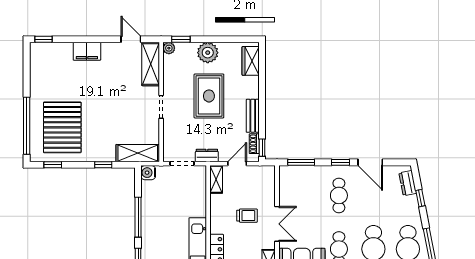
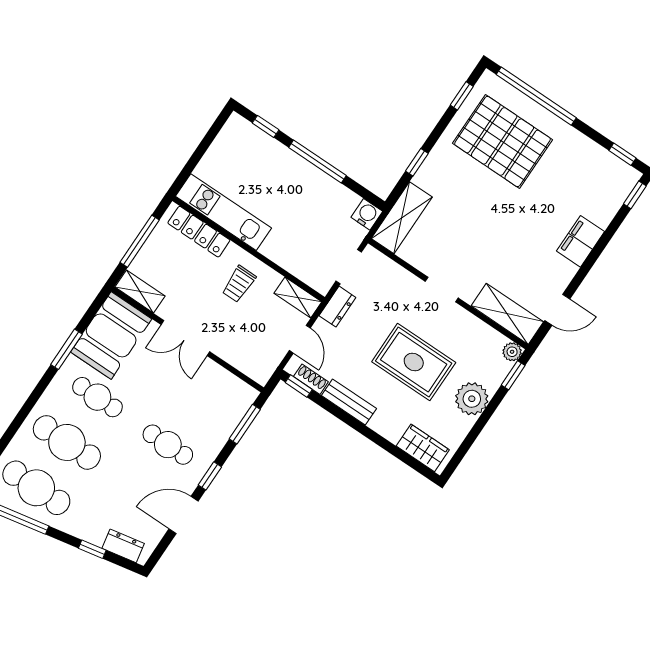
window: (27, 60) -> (622, 154), added
trolley: (247, 216) -> (239, 284), moved

